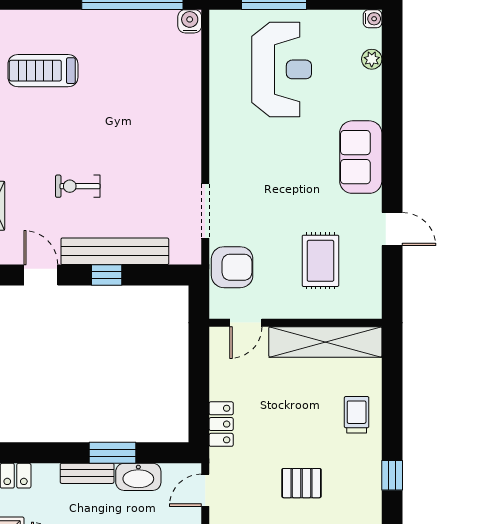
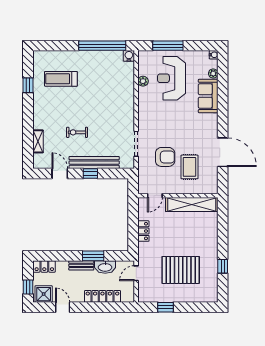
reception desk: (282, 69) -> (171, 78), turned 180
plant: (220, 76) -> (143, 81), added
sofa: (361, 157) -> (208, 96), moved
door: (392, 229) -> (223, 152), width x1.87
armchair: (232, 267) -> (165, 157), moved
trolley: (357, 415) -> (206, 238), removed
locker: (221, 424) -> (143, 231), moved
pallet: (302, 483) -> (181, 270), width x2.05, depth x2.00

